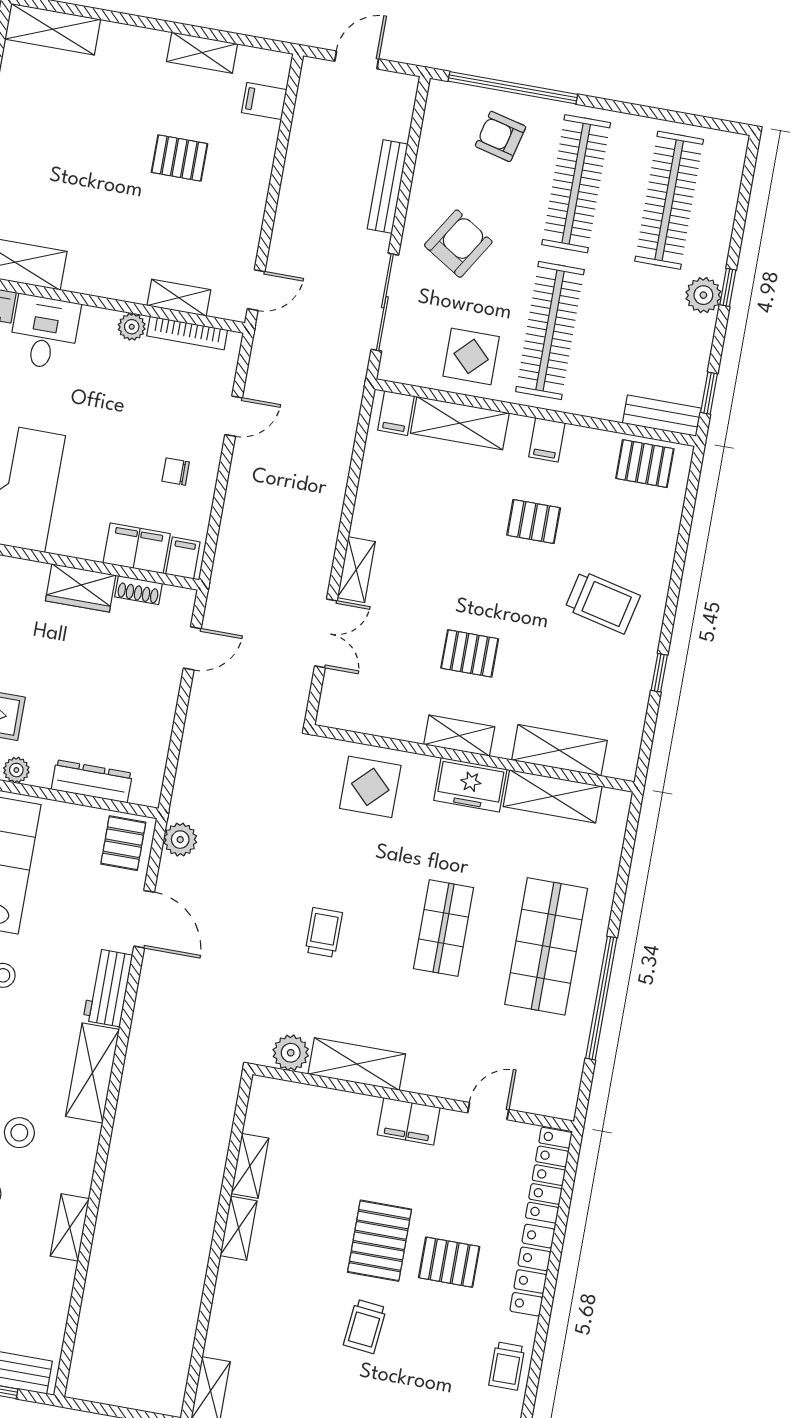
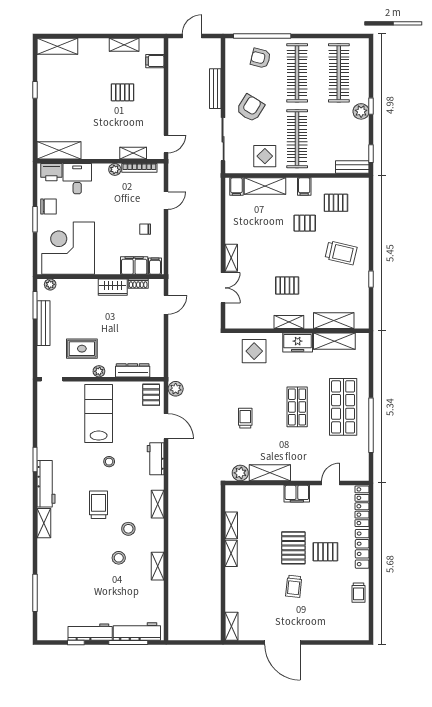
pallet: (645, 464) -> (336, 203), moved
shelving: (92, 1073) -> (158, 504), width x0.67, depth x0.75

